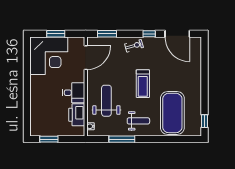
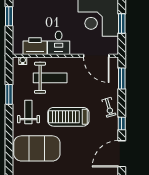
treadmill: (143, 84) -> (68, 117), width x1.37, depth x1.37
weight bench: (138, 121) -> (28, 112), turned 180
window: (122, 139) -> (9, 94), width x0.69

